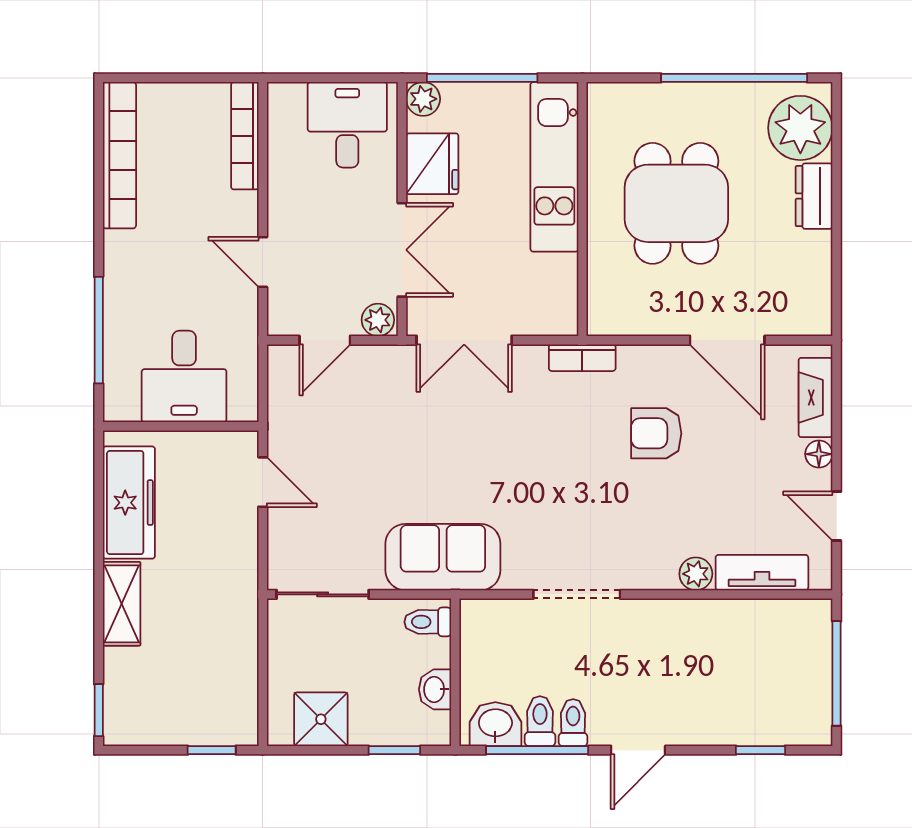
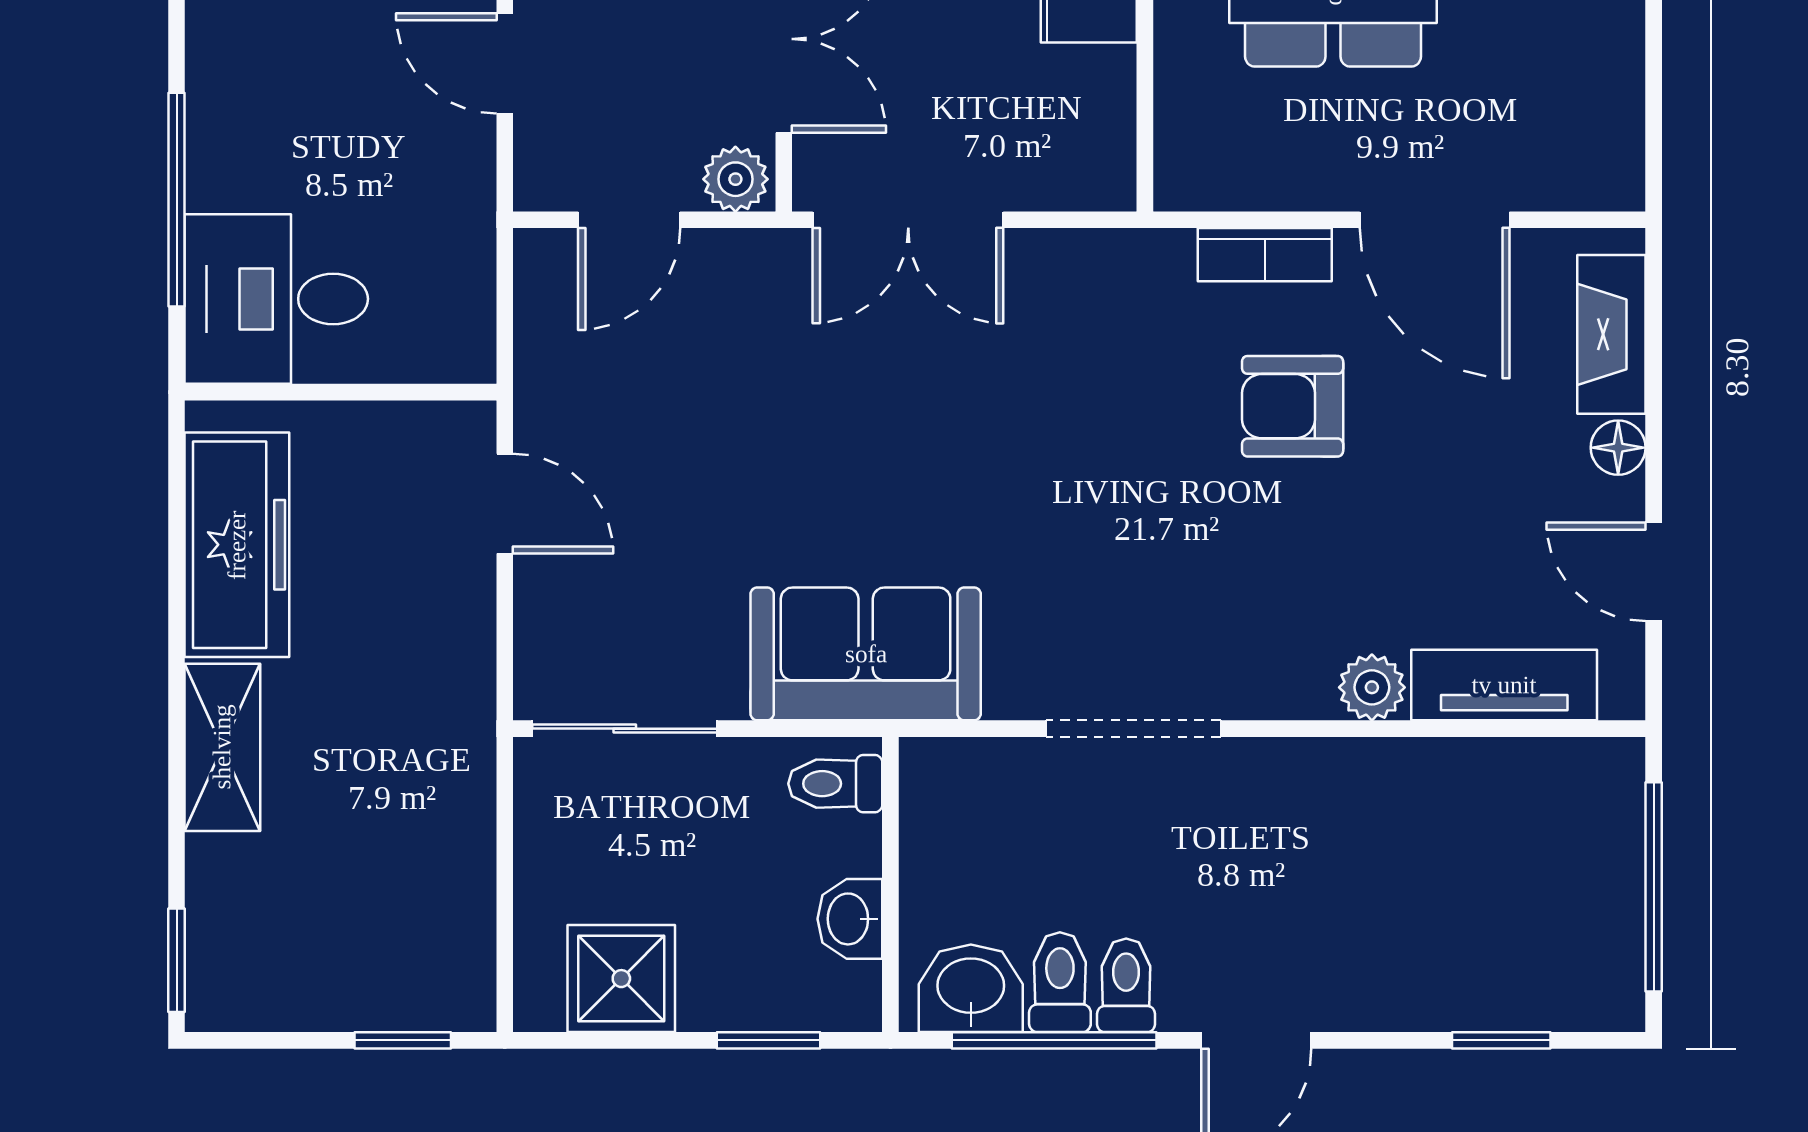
bookcase: (582, 358) -> (1265, 255), moved
desk: (184, 376) -> (276, 299), moved, turned 90

